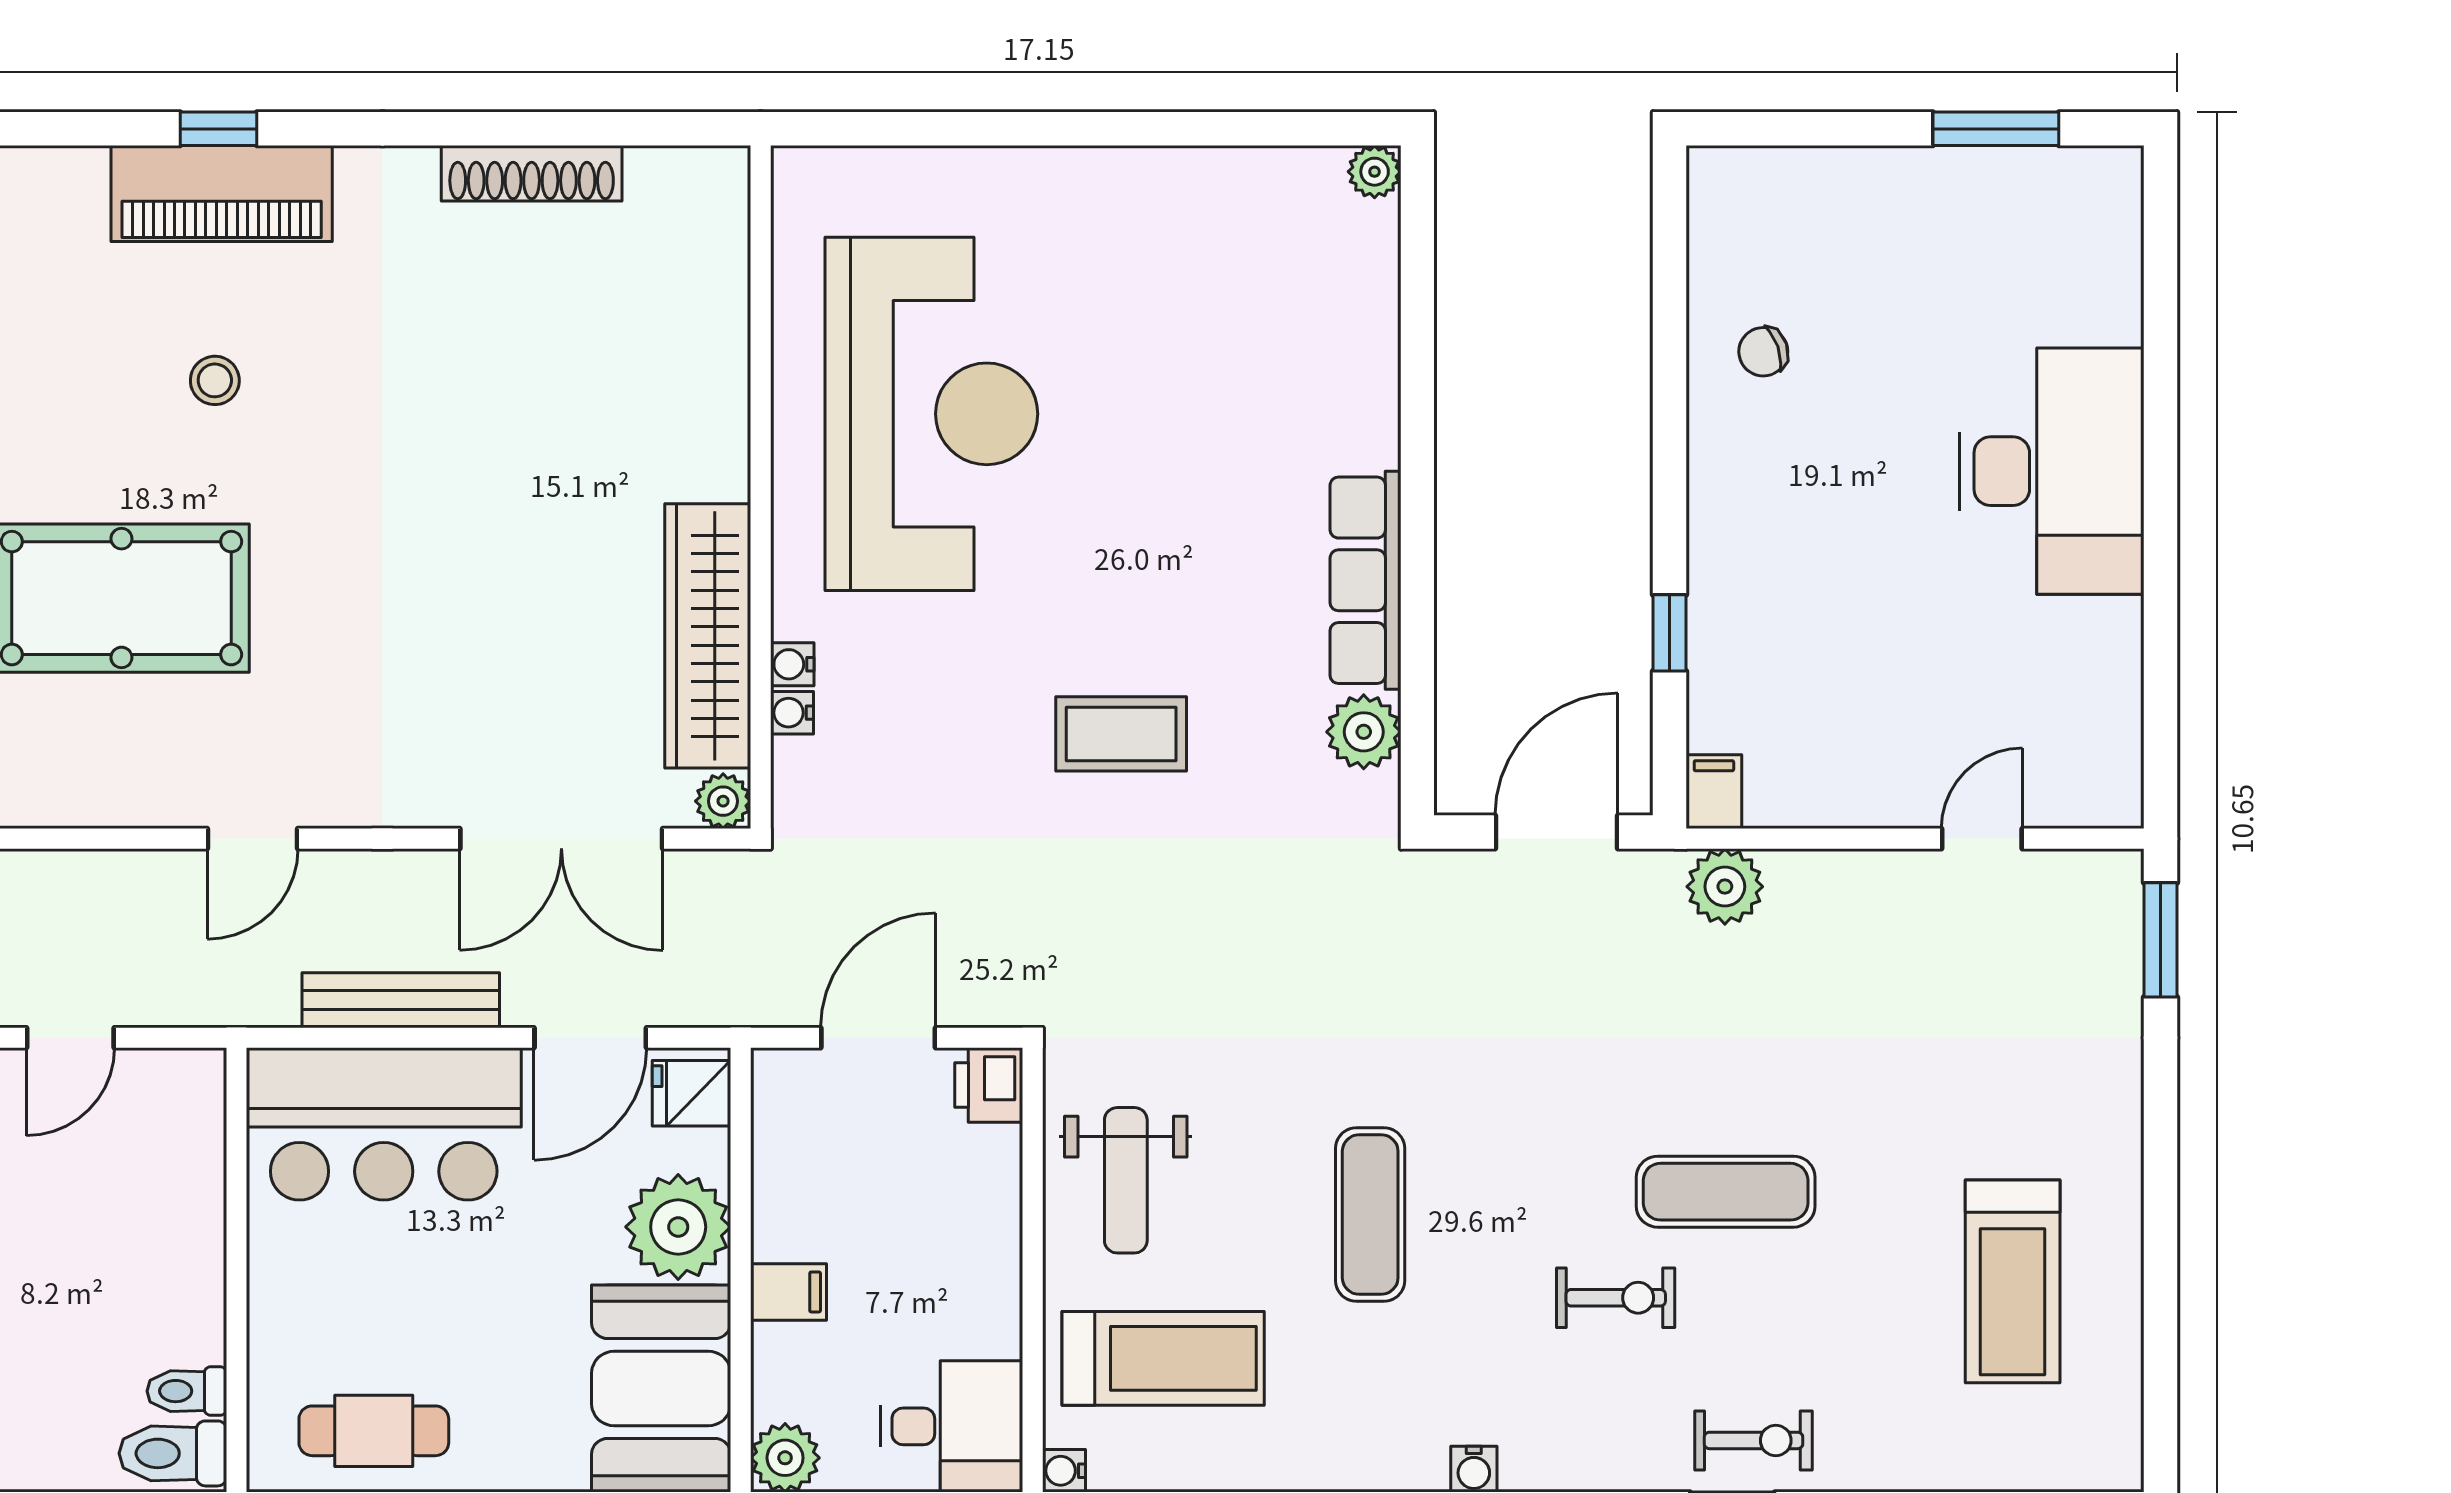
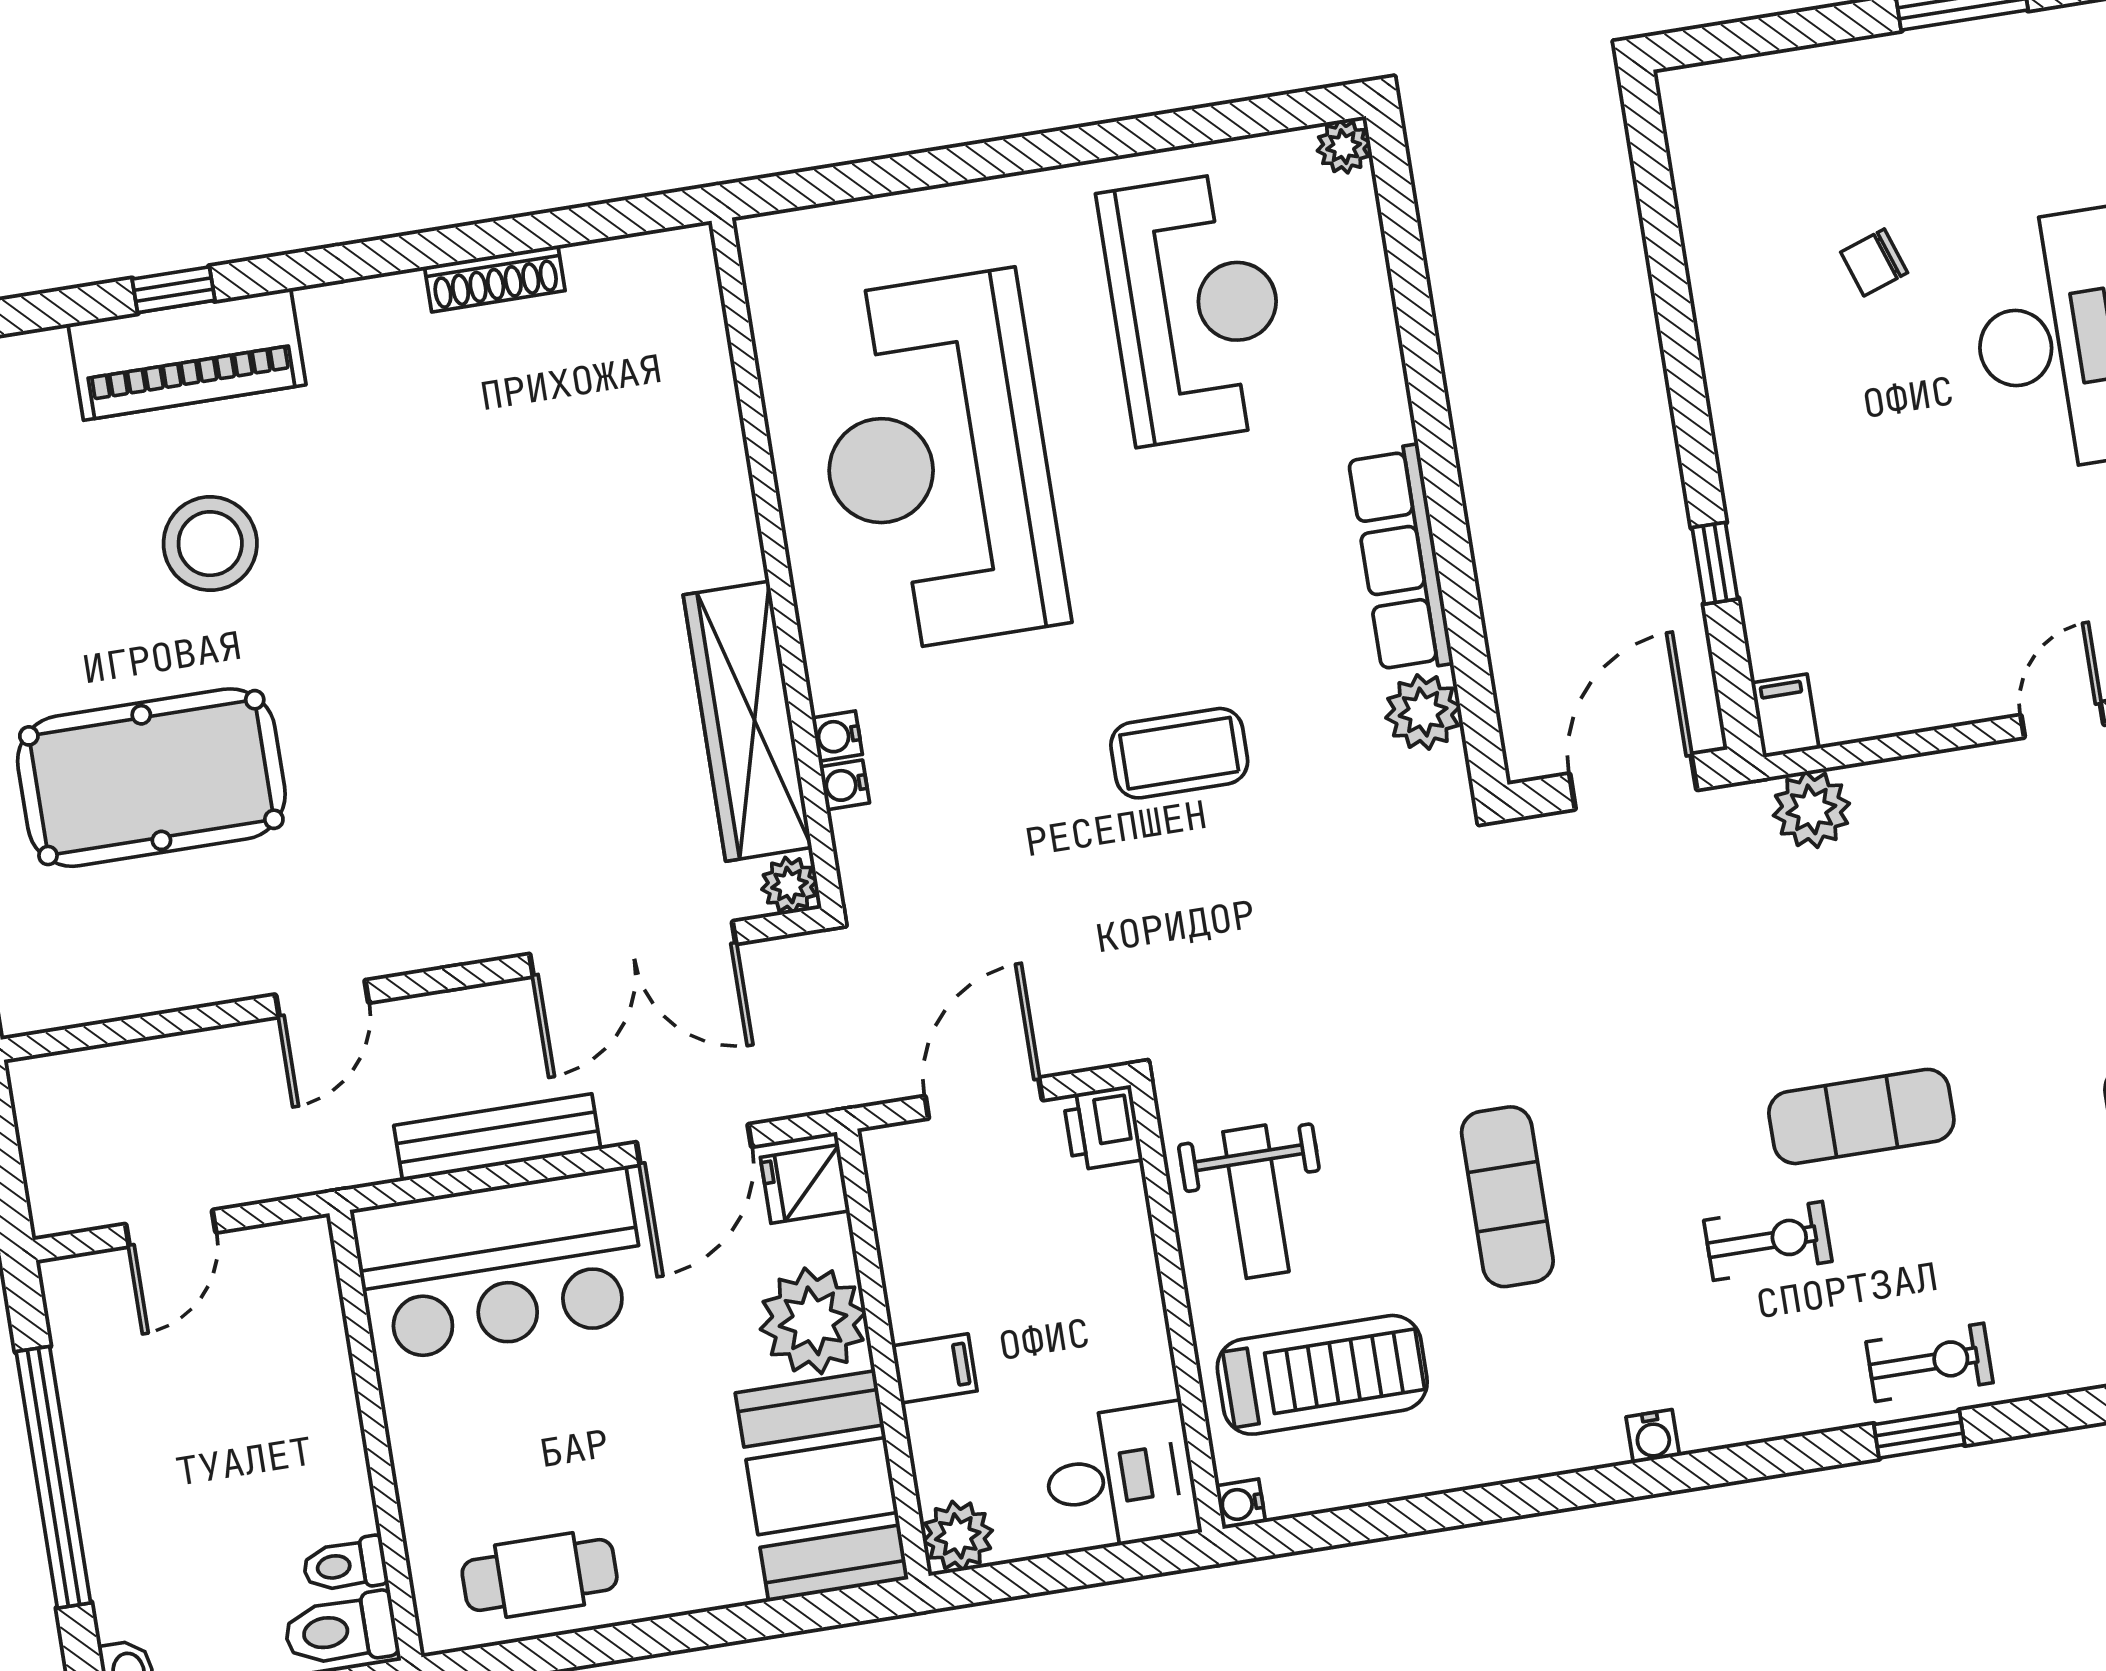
shoe rack: (532, 173) -> (495, 279), width x0.74, depth x0.81
reception desk: (1206, 305) -> (1196, 308), added
chair: (1763, 352) -> (1874, 262), moved
stool: (215, 380) -> (210, 544), width x1.89, depth x1.89
reception desk: (931, 414) -> (937, 462), turned 180

